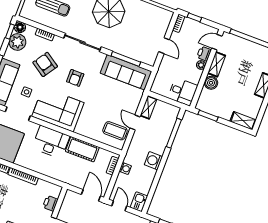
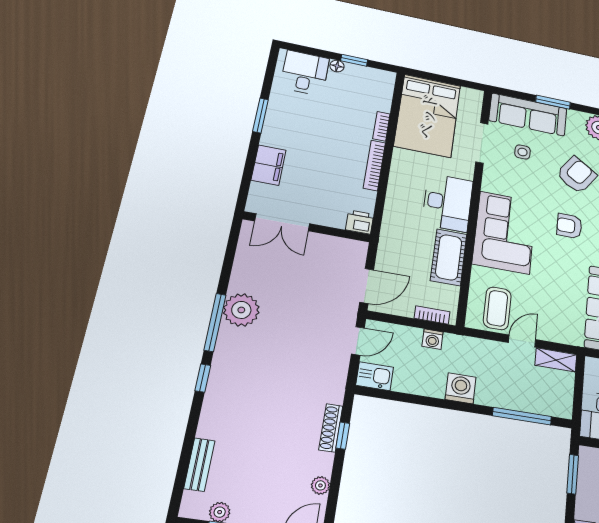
corner sofa: (58, 110) -> (505, 232), moved
printer: (50, 203) -> (360, 222), moved

